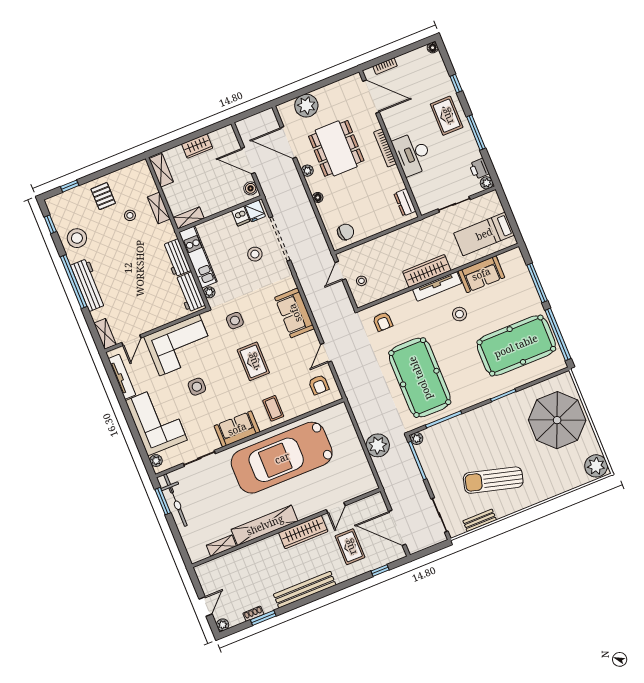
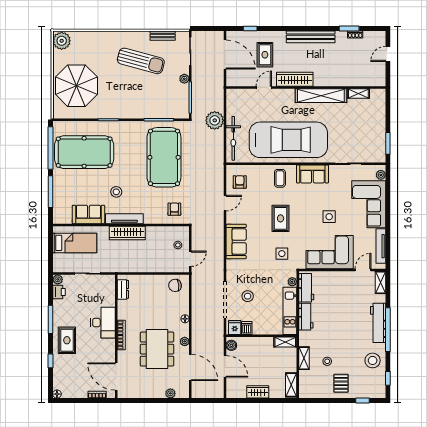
plant: (306, 106) -> (170, 393), width x0.53, depth x0.53
plant: (417, 439) -> (184, 79), moved
bicycle: (175, 500) -> (233, 138), moved, turned 180
plant: (223, 625) -> (381, 36), removed

